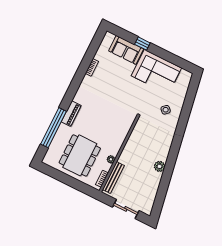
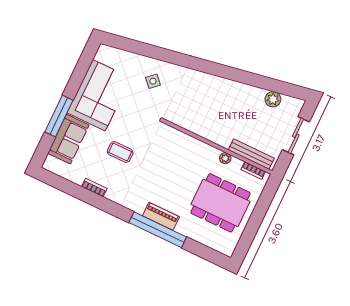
window: (142, 44) -> (59, 116), width x2.17
coffee table: (116, 86) -> (120, 152), added
window: (54, 128) -> (158, 230), moved
plant: (160, 166) -> (273, 99), moved

